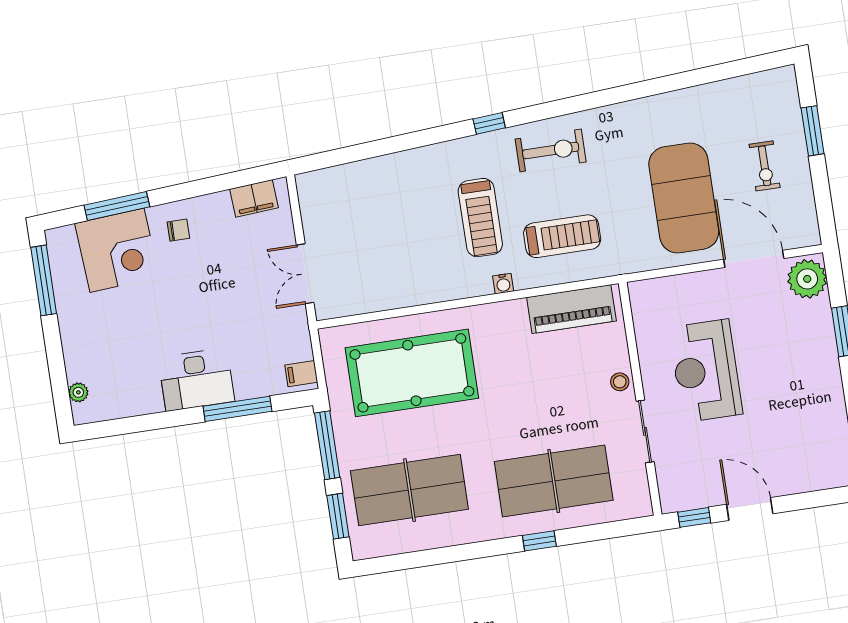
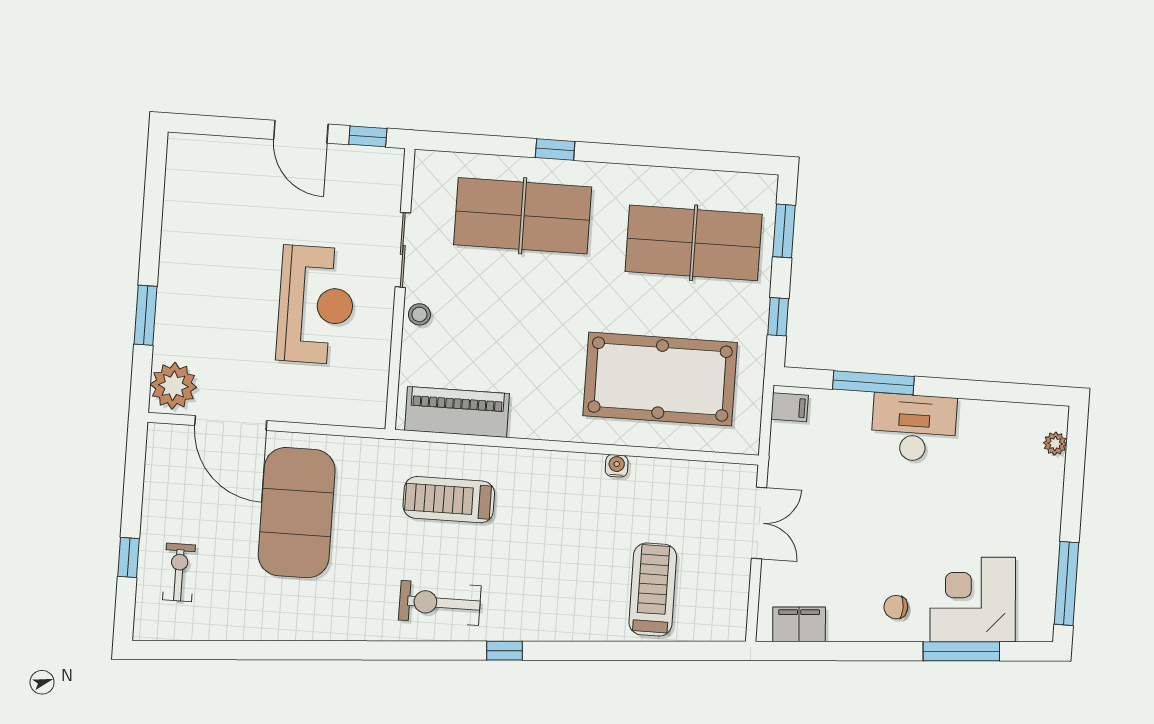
window: (813, 131) -> (129, 557), width x0.67
exercise bike: (765, 166) -> (179, 572), moved
treadmill: (480, 218) -> (653, 590), moved
water cooler: (503, 284) -> (617, 466), moved
window: (327, 445) -> (778, 317), width x0.46

